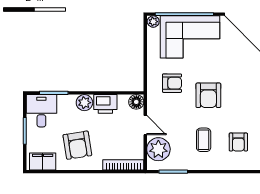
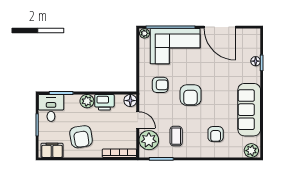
coffee table: (204, 140) -> (176, 136), moved

